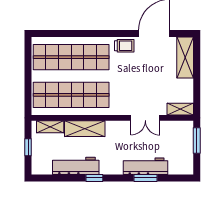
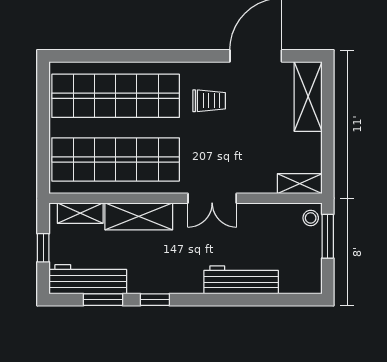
trolley: (124, 46) -> (209, 101), moved
double door: (145, 118) -> (212, 198), moved
stool: (187, 130) -> (311, 218), added
workbench: (76, 166) -> (88, 279), moved
window: (145, 178) -> (103, 300), moved

